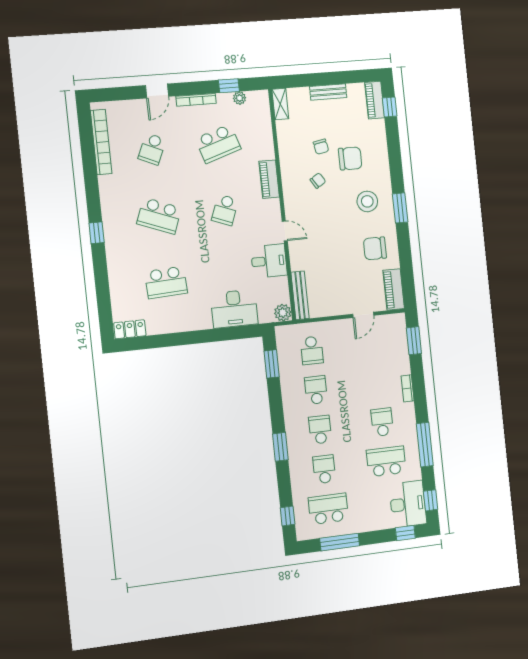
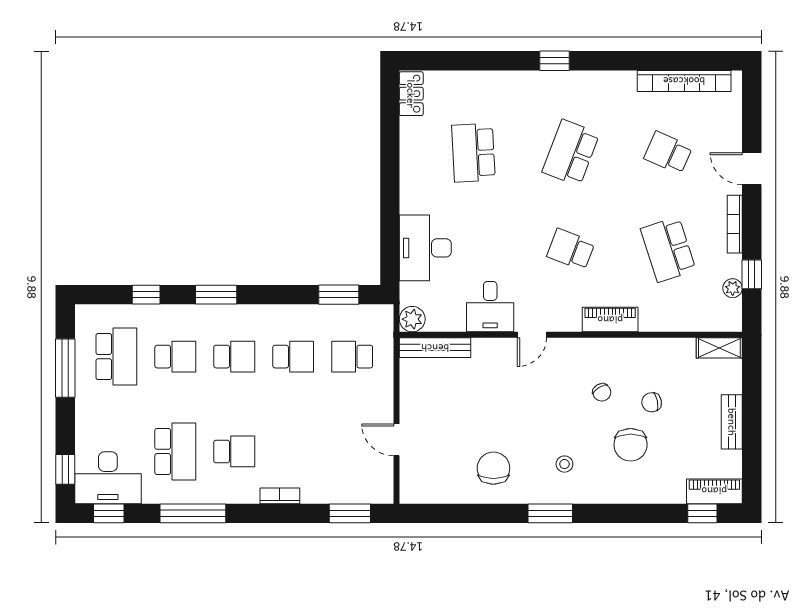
stool: (367, 201) -> (564, 464), width x0.53, depth x0.53
piano: (394, 289) -> (430, 490), removed
window: (288, 516) -> (146, 295), moved

